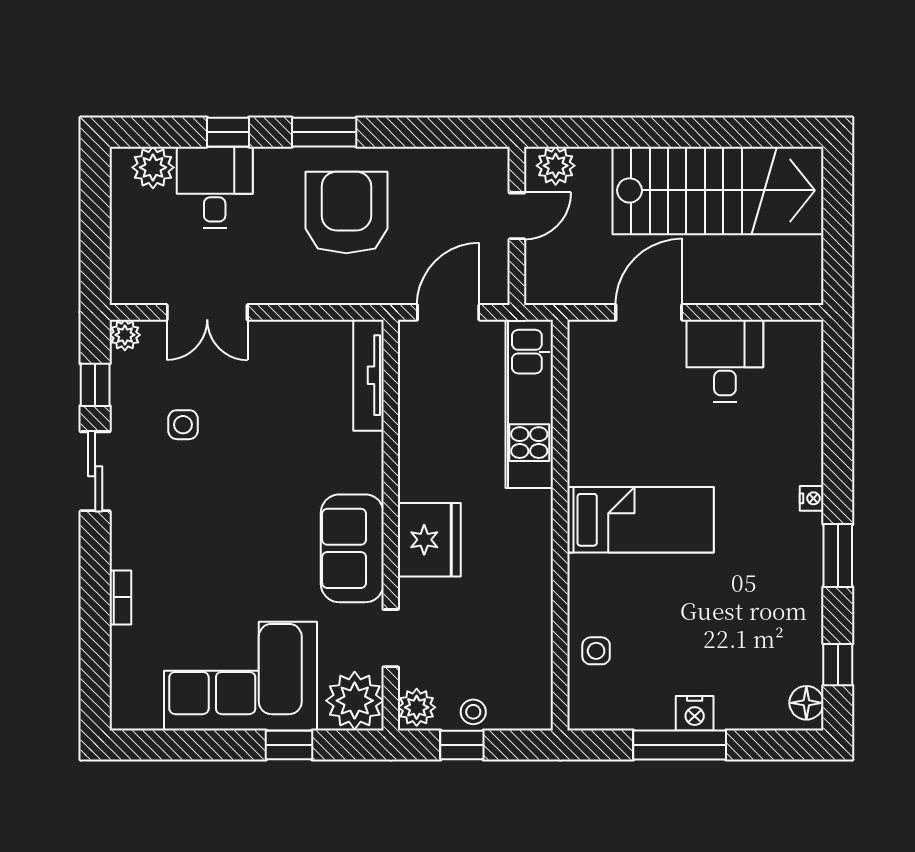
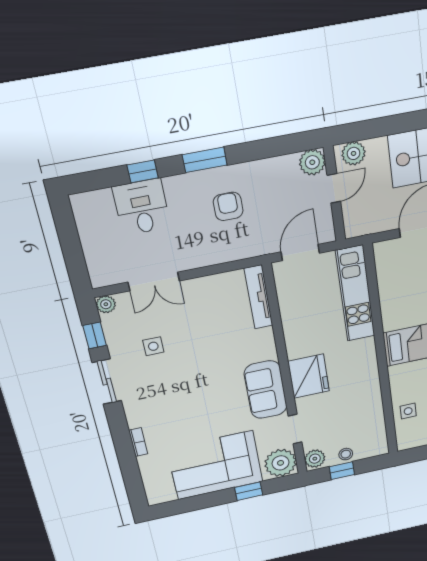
plant: (153, 167) -> (312, 162), moved
armchair: (346, 212) -> (228, 206), width x0.53, depth x0.53

